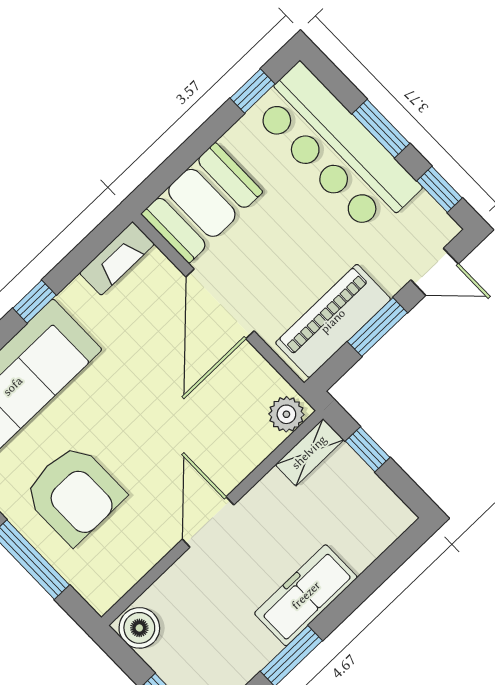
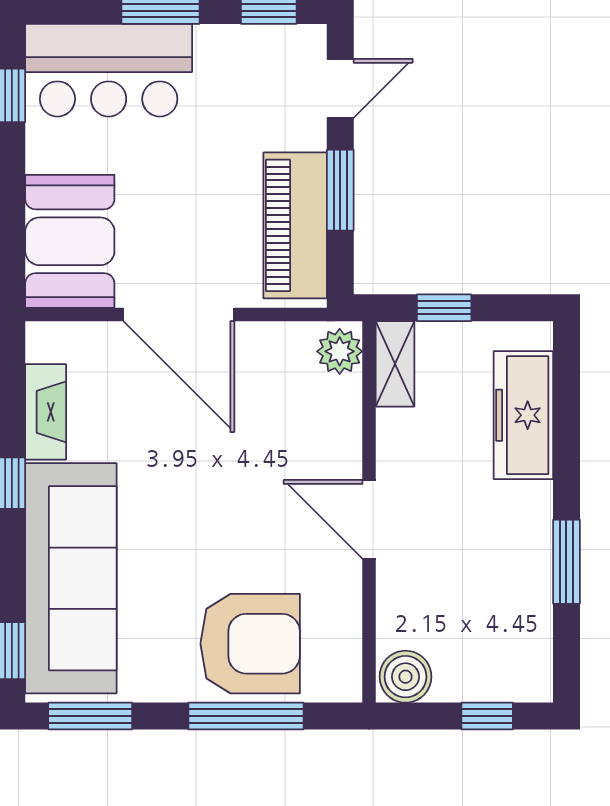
bar counter: (336, 149) -> (109, 70), width x0.73
fireplace: (117, 258) -> (46, 412), moved
armchair: (74, 494) -> (250, 644), moved
freezer: (306, 595) -> (523, 415), moved

